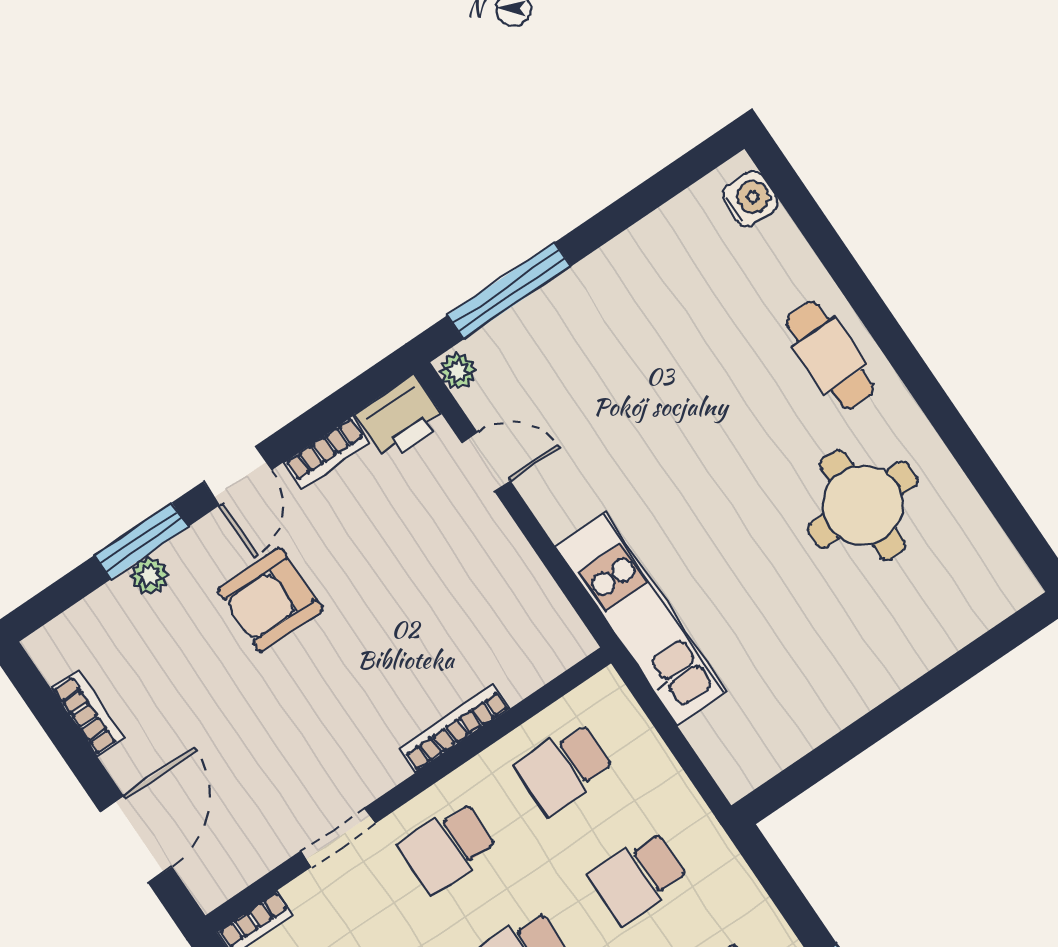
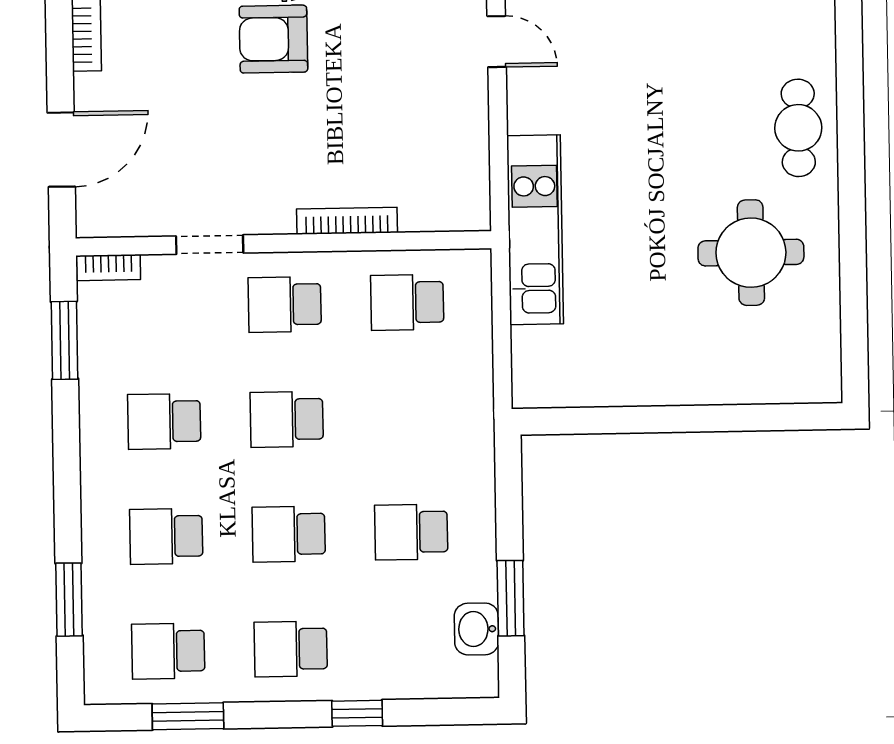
school desk: (638, 878) -> (409, 417), removed

